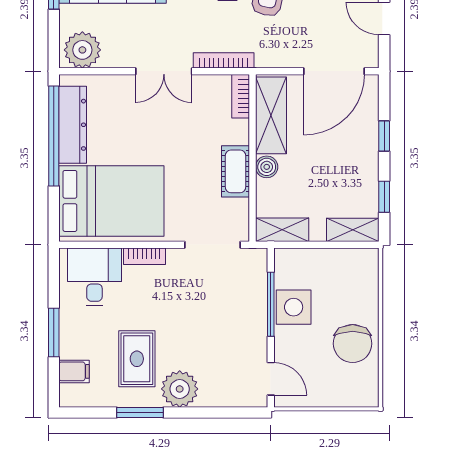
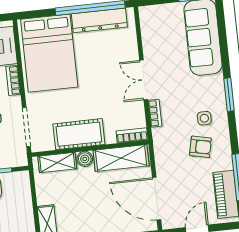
plant: (82, 50) -> (152, 21), removed
bookcase: (224, 60) -> (155, 113), width x0.64
cot: (235, 171) -> (79, 134), width x1.37, depth x1.34
shelving: (282, 230) -> (57, 163), moved, turned 90

